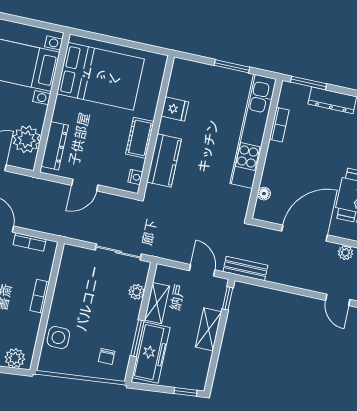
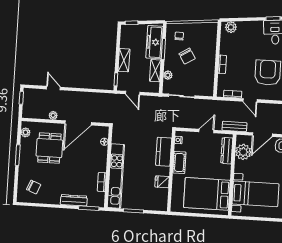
bench: (245, 268) -> (234, 126), moved
chair: (98, 320) -> (187, 56), added
side table: (58, 338) -> (208, 43), removed

